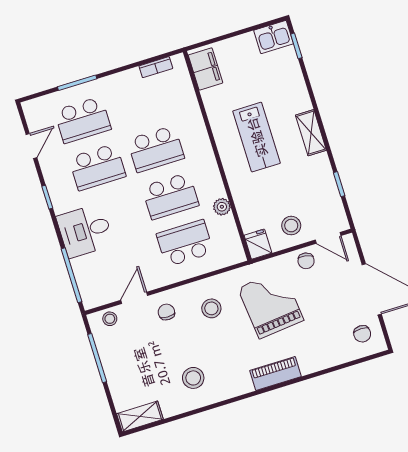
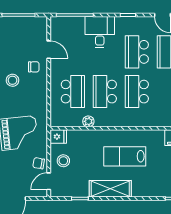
shelving: (311, 133) -> (110, 189), width x1.50, depth x1.33
stool: (211, 308) -> (13, 80), moved
stool: (110, 319) -> (40, 31), removed

